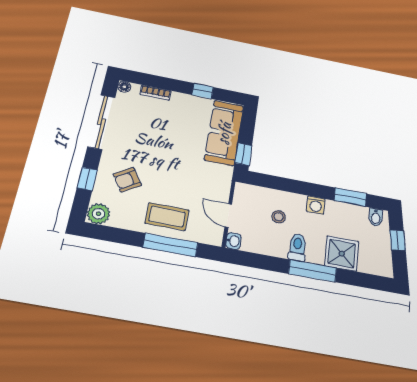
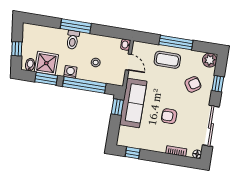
window: (203, 91) -> (133, 153), moved
sofa: (224, 133) -> (133, 103), moved
armchair: (165, 138) -> (169, 116), added
window: (294, 186) -> (84, 85), added
window: (170, 245) -> (176, 42), moved
toilet: (297, 247) -> (73, 40), moved
shower: (342, 253) -> (46, 63), moved

